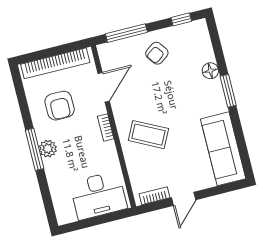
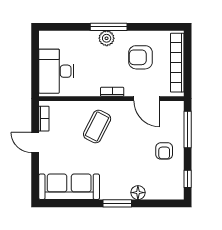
armchair: (157, 53) -> (164, 151), turned -144

